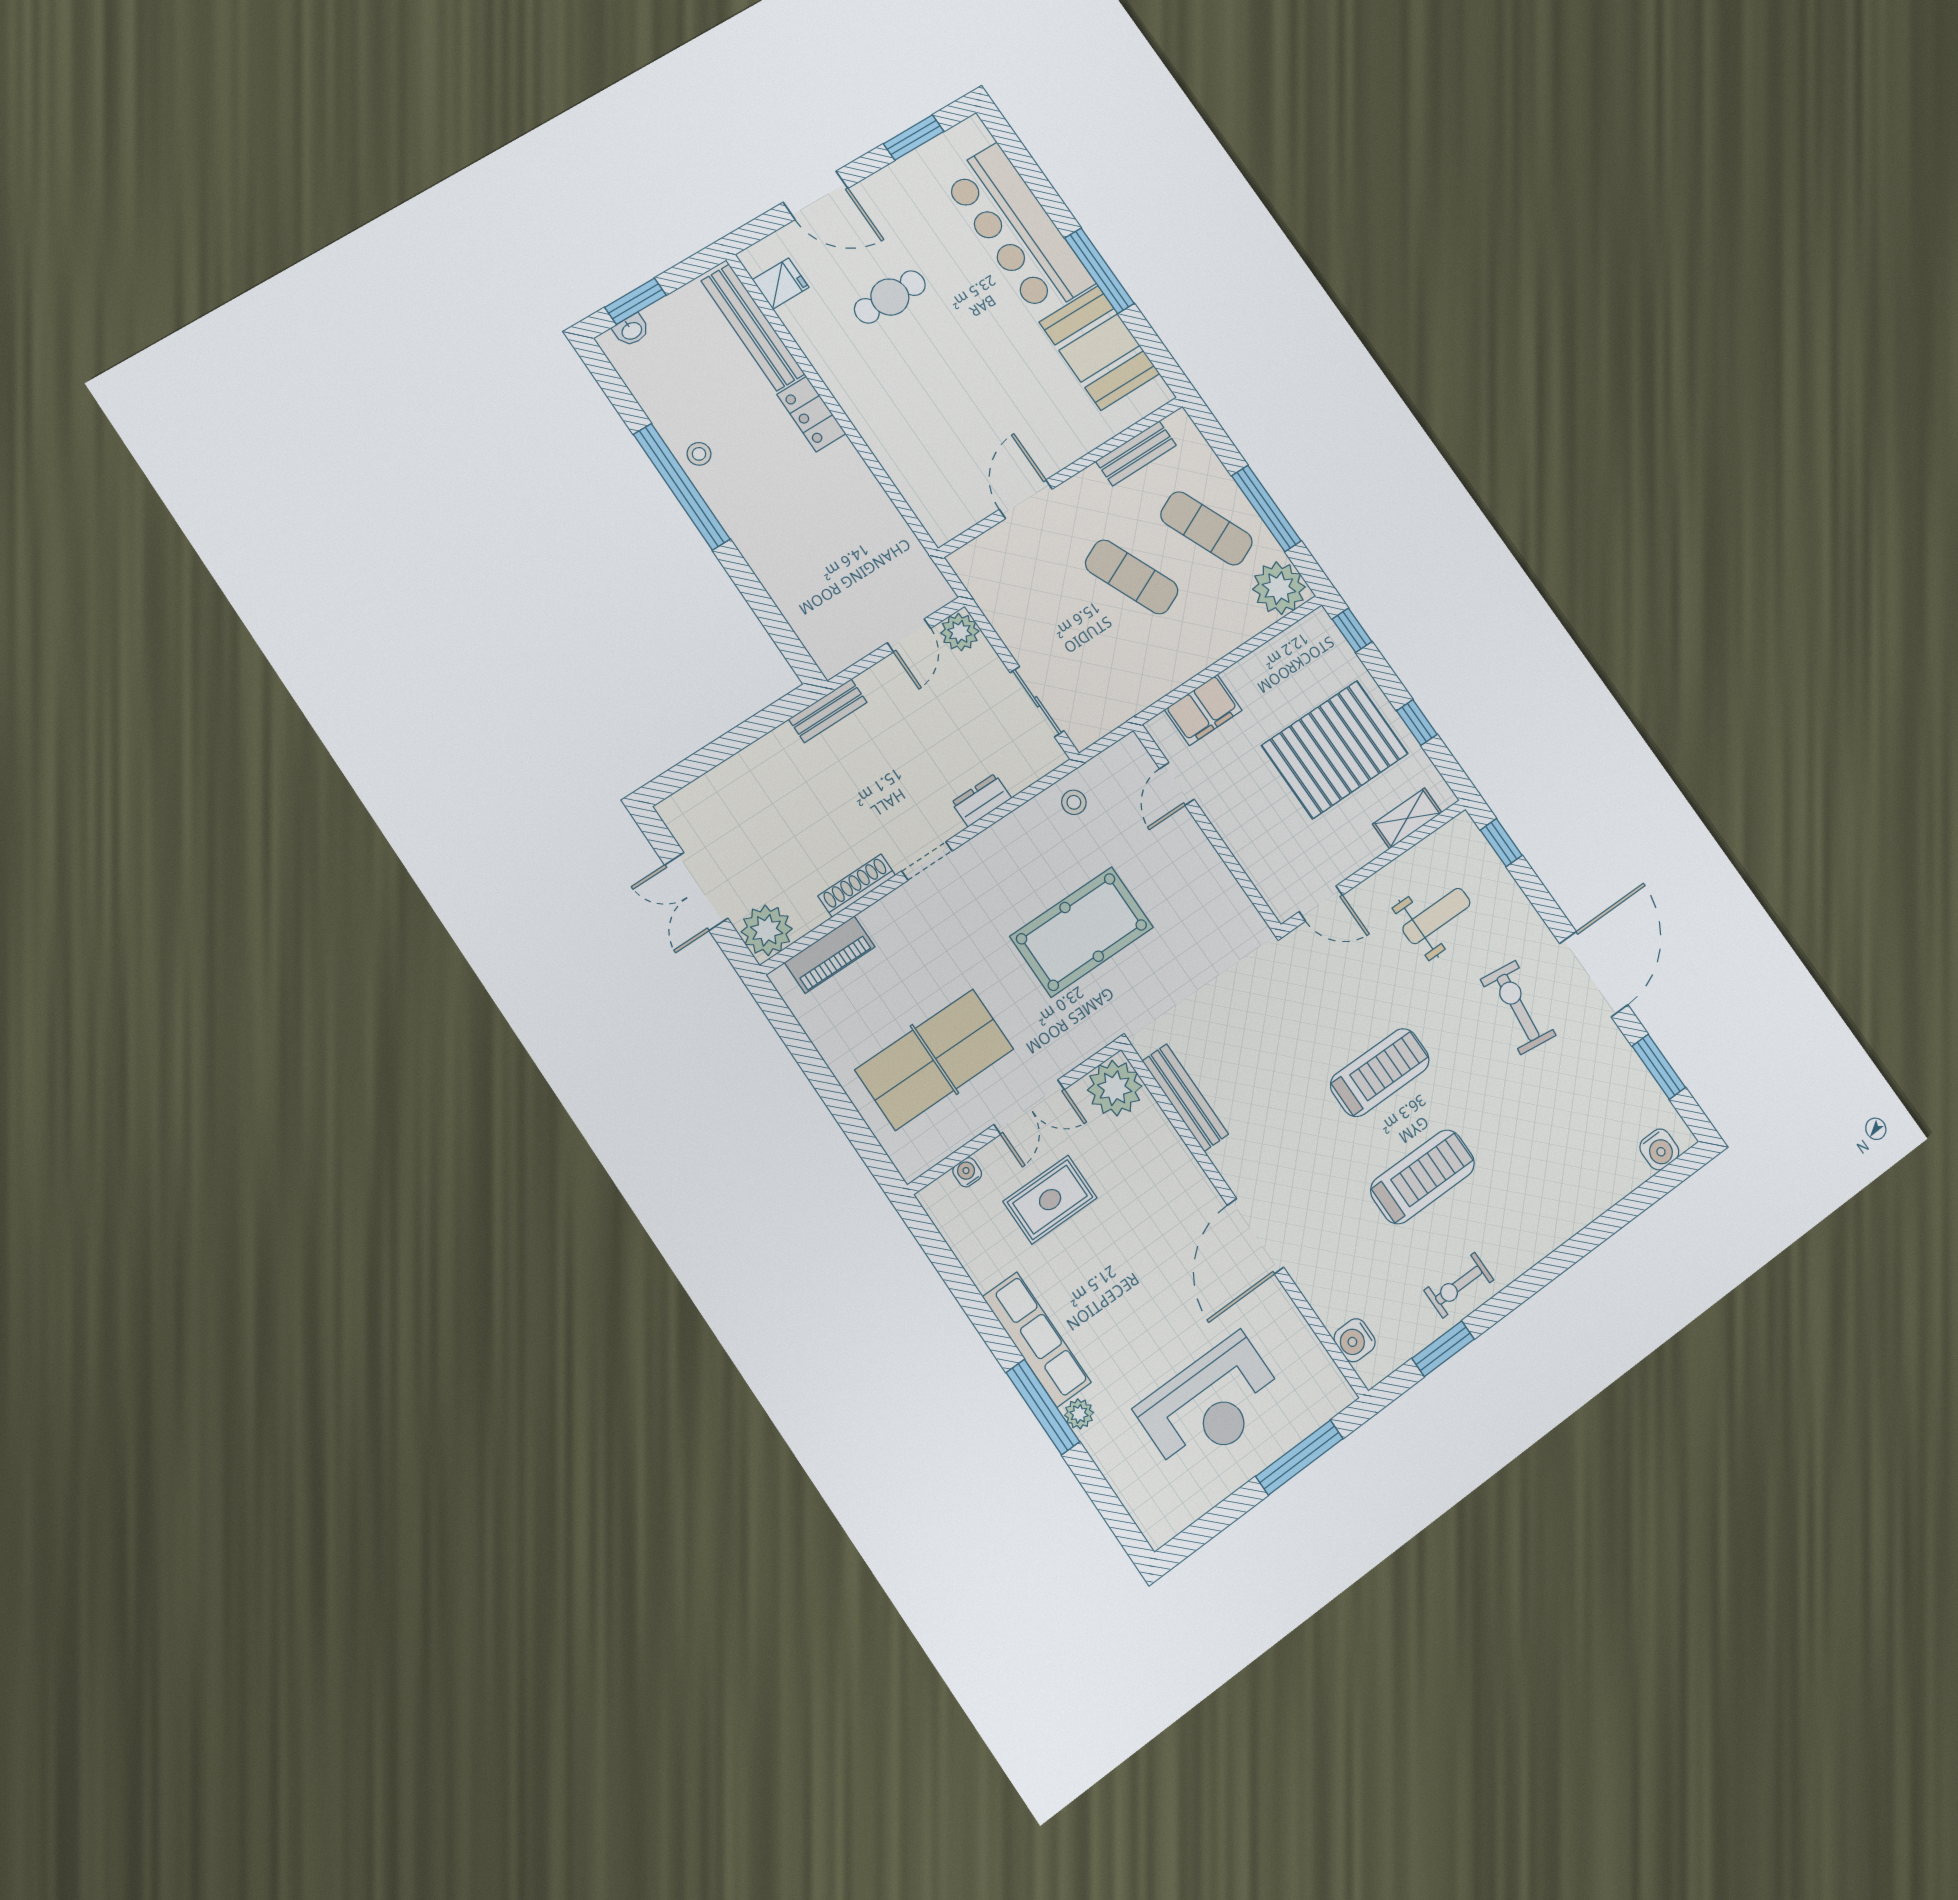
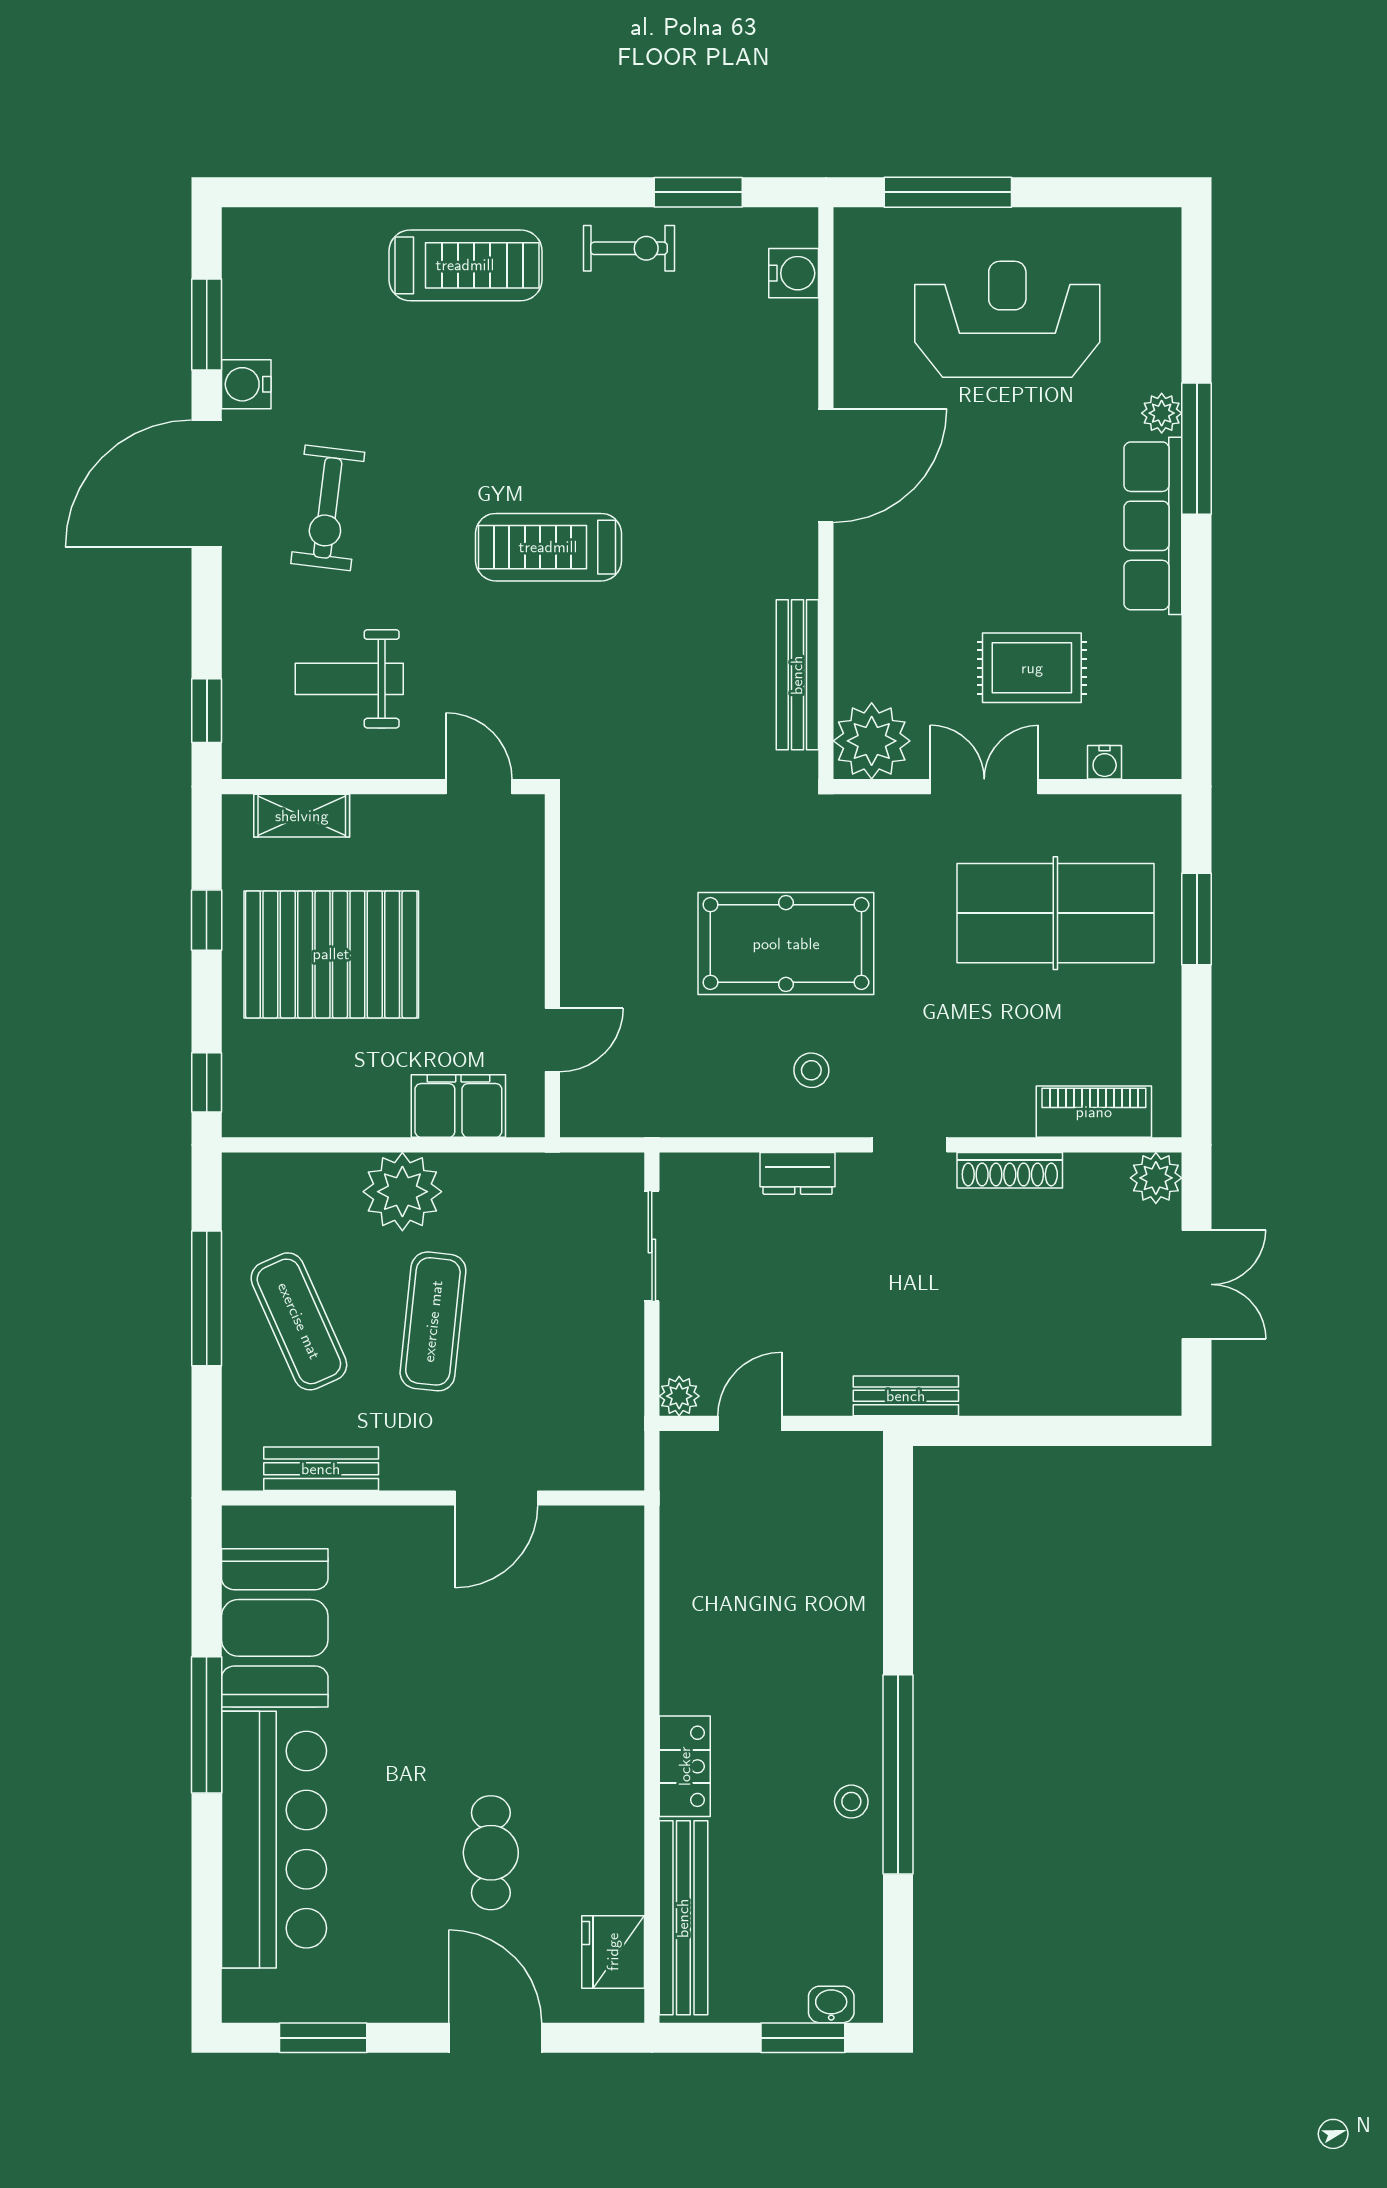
fridge: (781, 284) -> (613, 1952), width x1.38
cafe table: (890, 297) -> (491, 1853), turned 90
exercise mat: (1132, 577) -> (433, 1321), turned 30
plant: (1279, 588) -> (402, 1192), moved
plant: (960, 632) -> (679, 1396), width x0.73, depth x0.73
stool: (1074, 802) -> (811, 1070), moved
plant: (767, 930) -> (1156, 1178), width x0.73, depth x0.73
window: (846, 1115) -> (1197, 919), added
water cooler: (1659, 1149) -> (246, 384), moved, turned -90
treadmill: (1423, 1177) -> (465, 265), moved, turned 180

